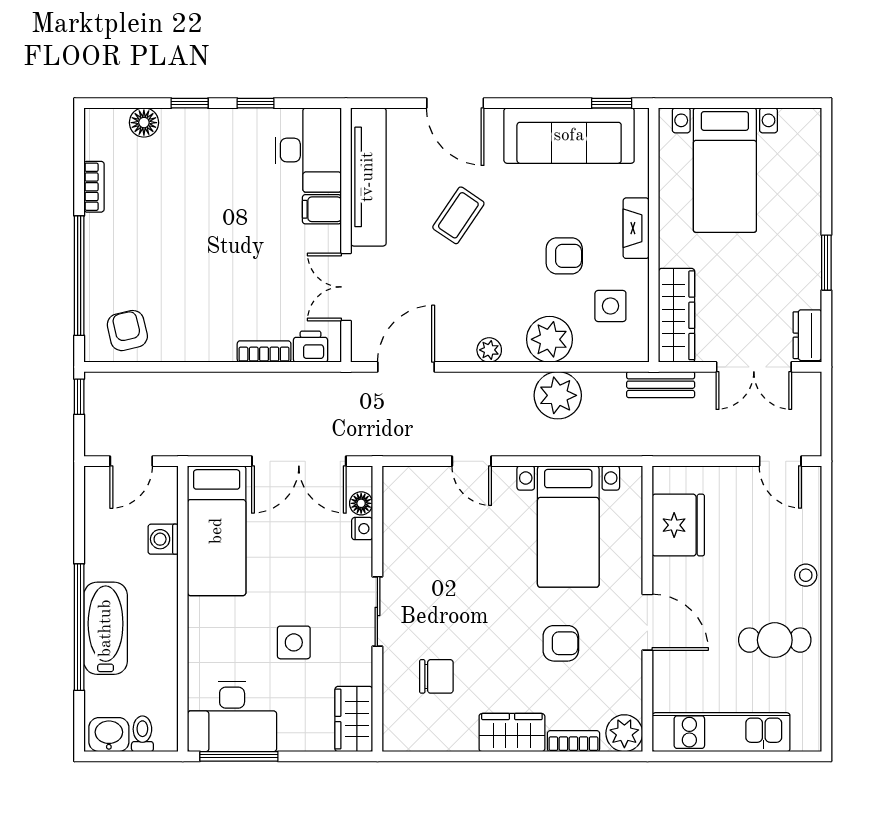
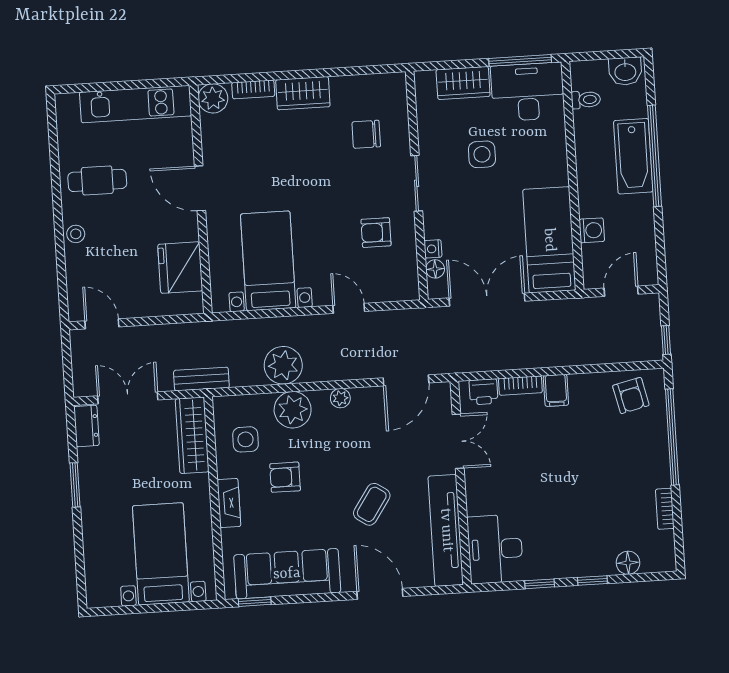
filing cabinet: (322, 209) -> (556, 390), moved, turned 90
armchair: (561, 643) -> (376, 233), moved
wardrobe: (354, 719) -> (463, 83), moved, turned 90
toilet: (142, 734) -> (586, 100), moved, turned -90

